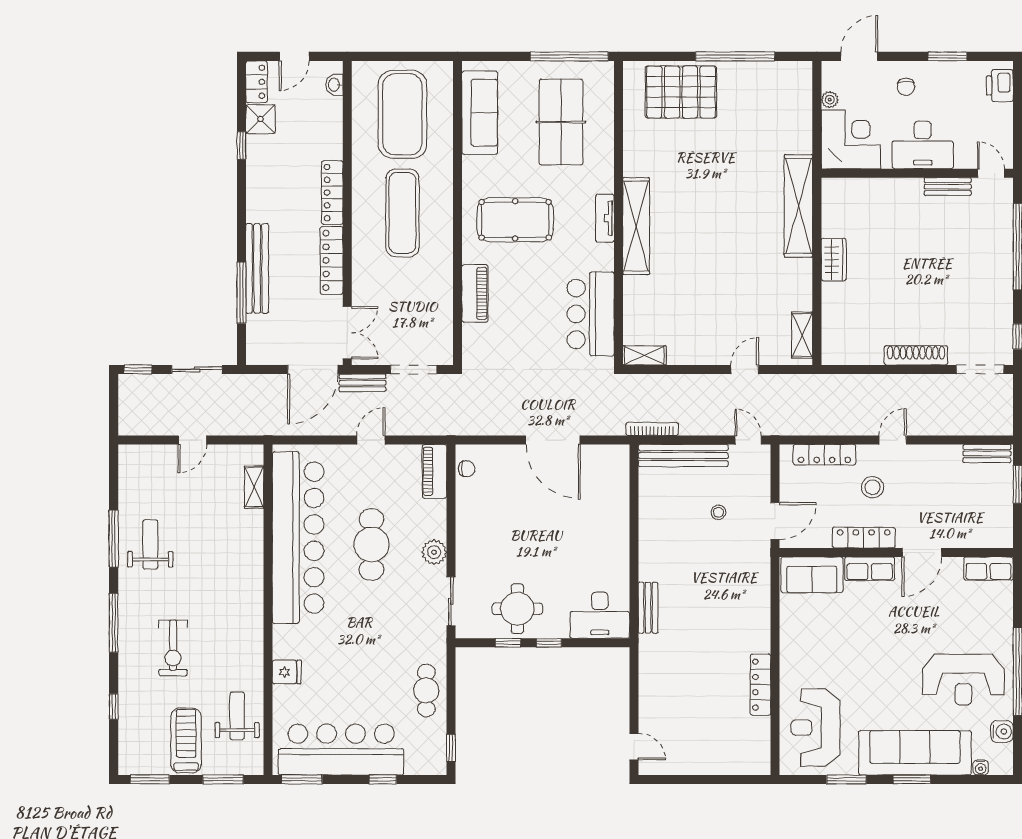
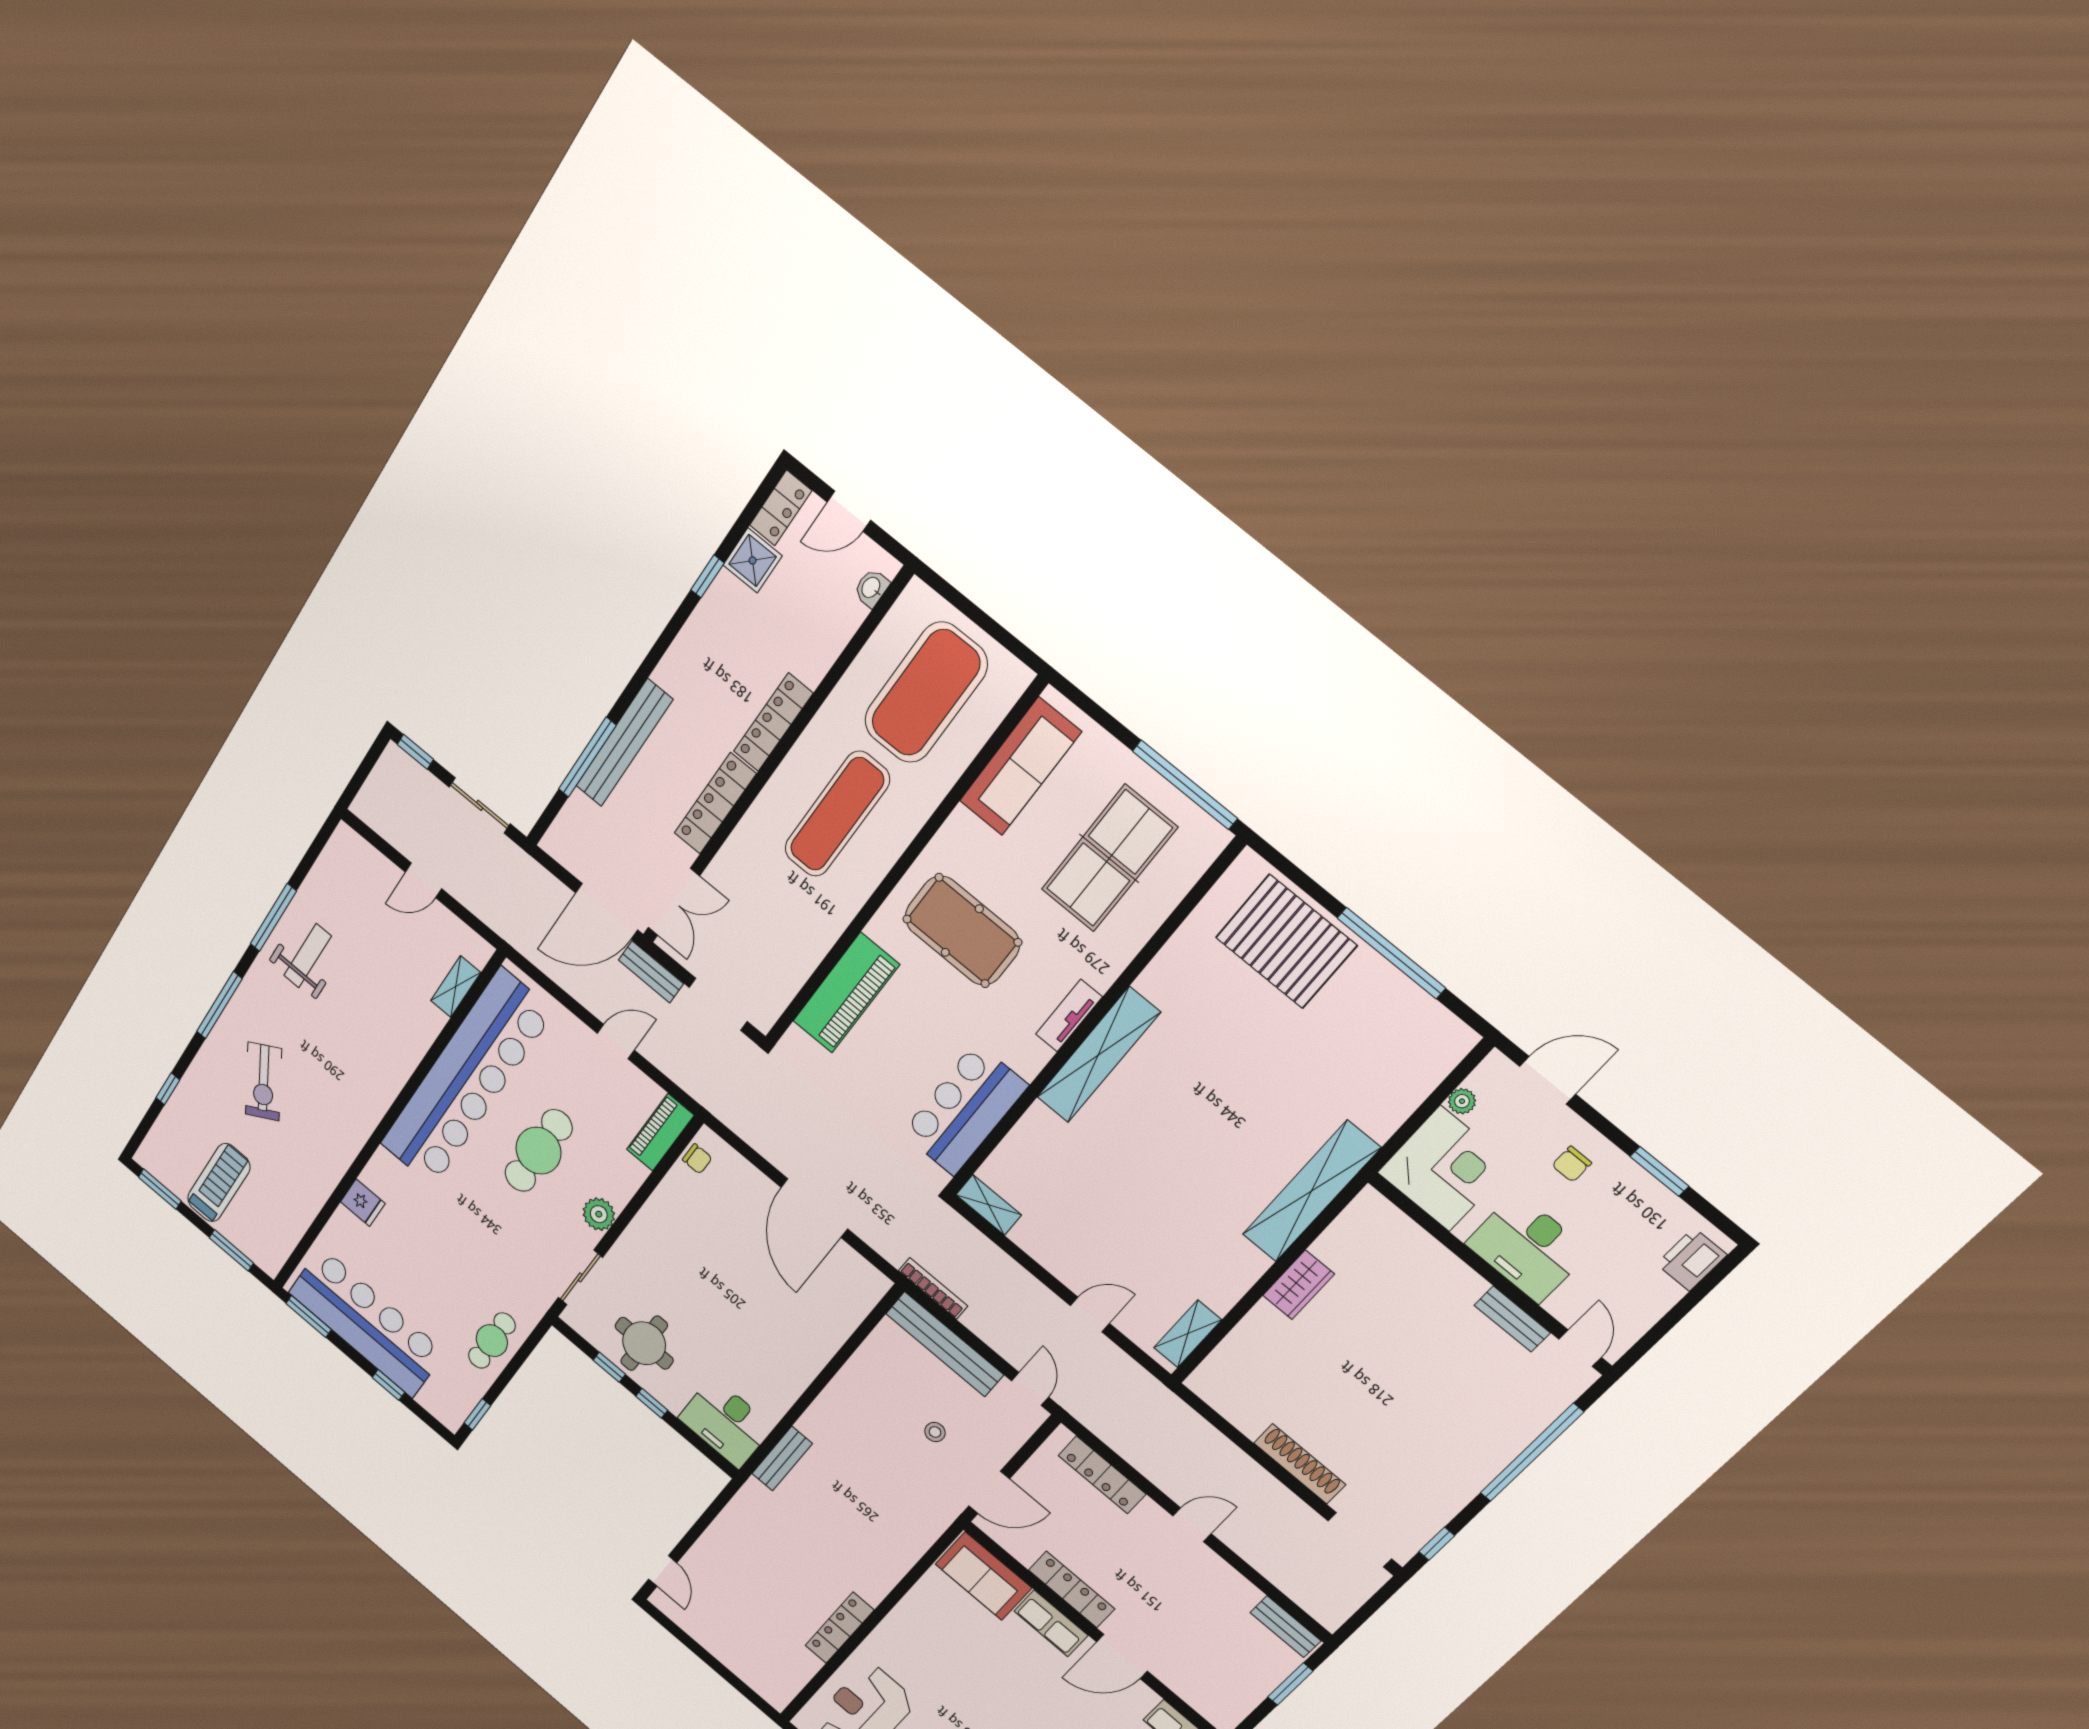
piano: (475, 293) -> (846, 993), width x1.37, depth x1.33
stool: (873, 487) -> (1126, 1551), removed
exercise bike: (173, 648) -> (264, 1081), turned -30
weight bench: (237, 716) -> (285, 1202), removed

